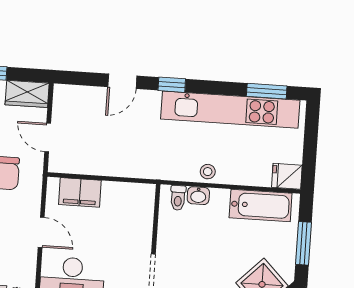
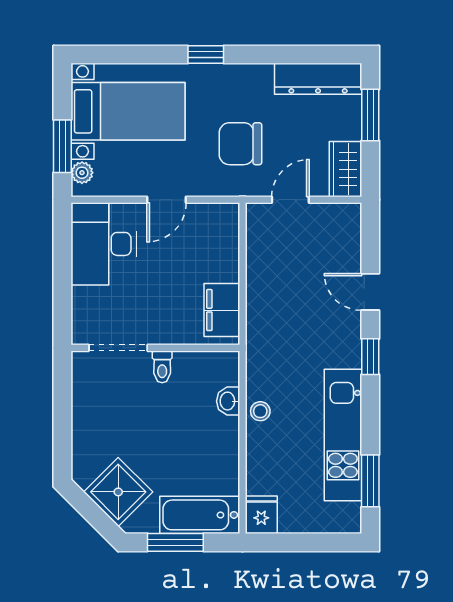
kitchen unit: (230, 110) -> (343, 435), width x0.73
filing cabinet: (80, 192) -> (222, 310), moved
toilet: (178, 198) -> (162, 367), moved, turned -90
bathtub: (261, 206) -> (200, 515), moved, turned 90

